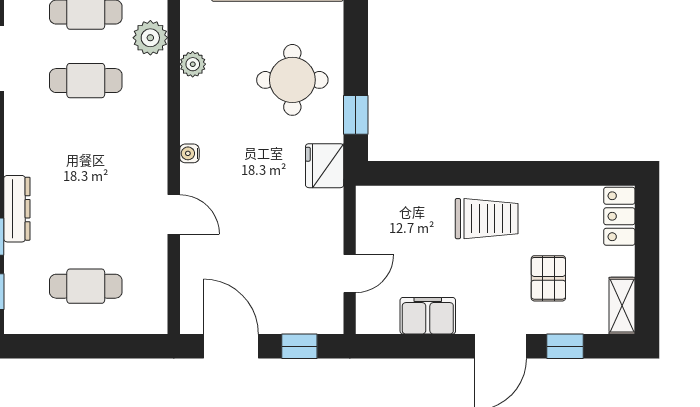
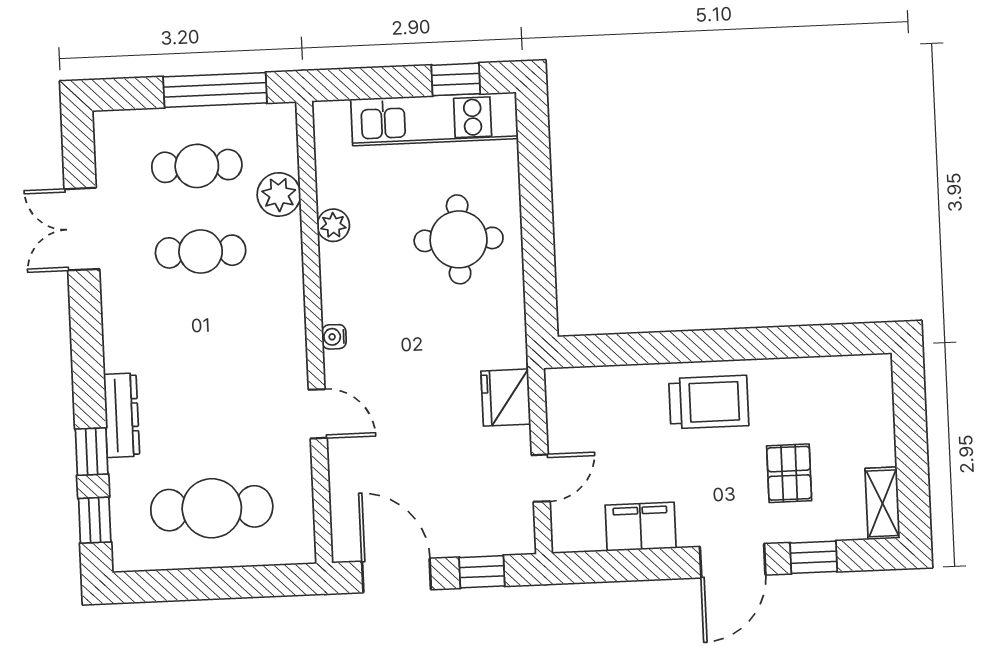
window: (356, 115) -> (540, 280), removed
fridge: (325, 166) -> (506, 398), moved
locker: (619, 216) -> (874, 392), removed
cafe table: (86, 286) -> (212, 508), width x1.37, depth x1.35

